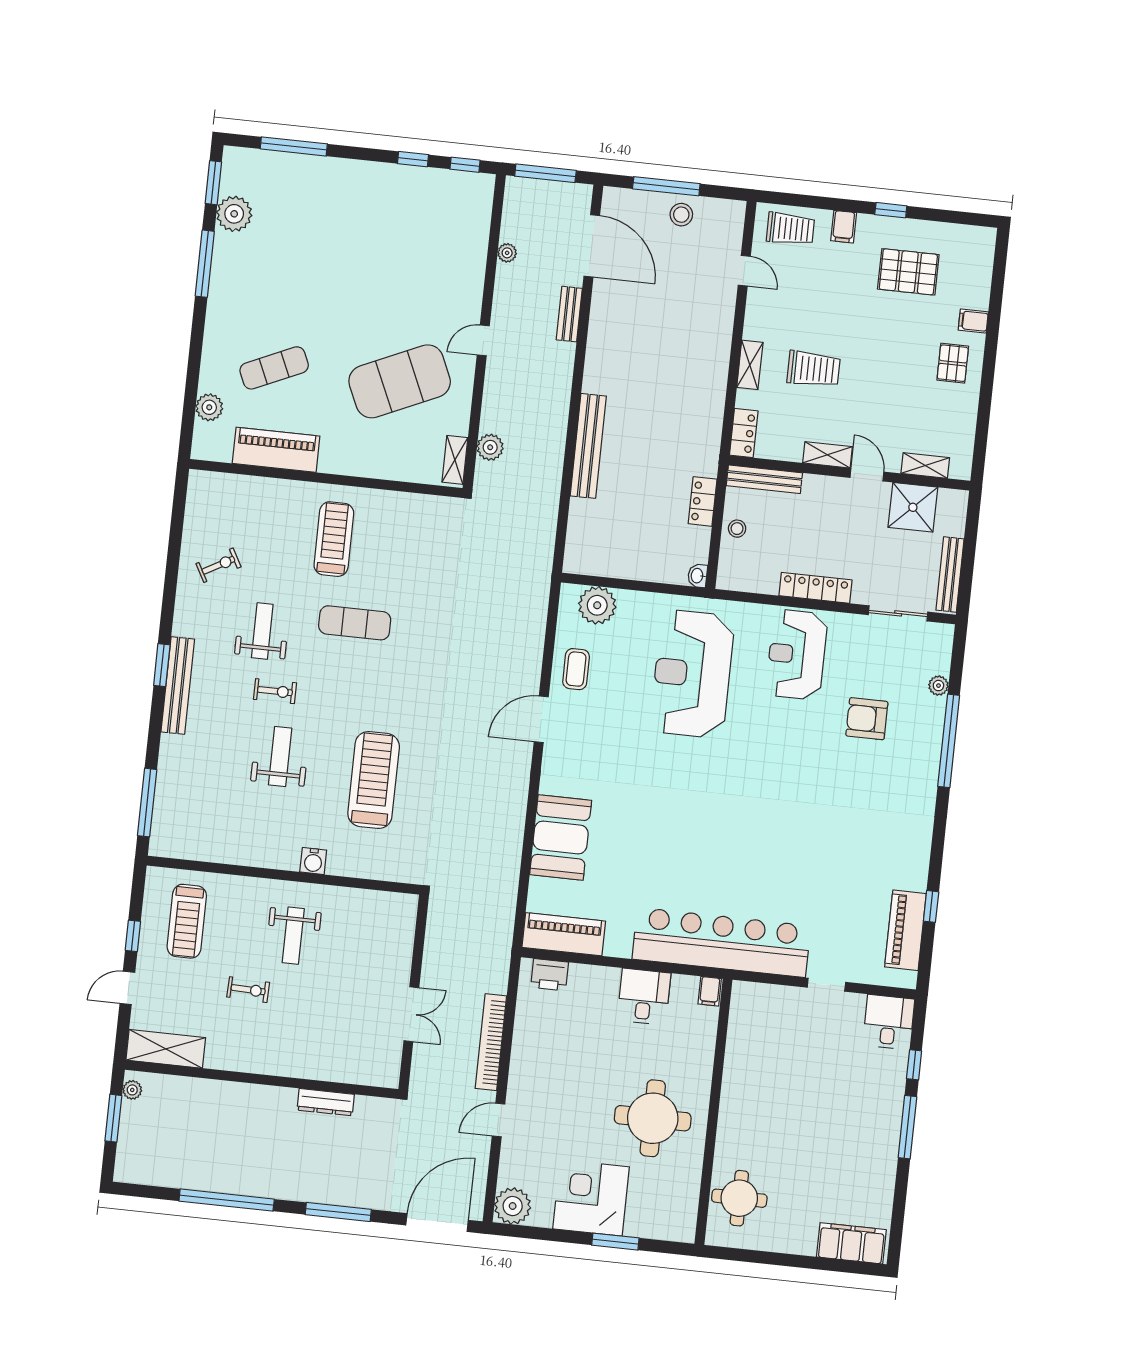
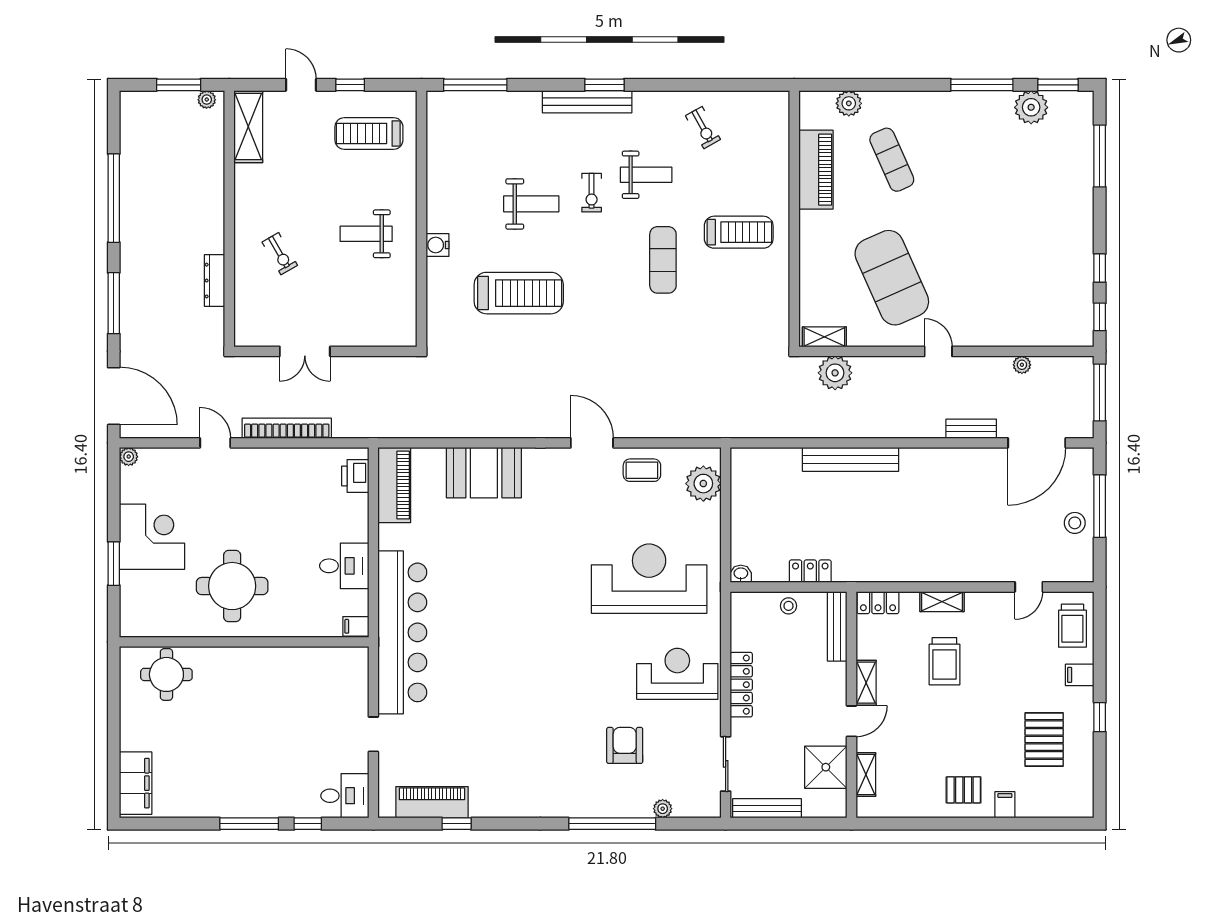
plant: (490, 447) -> (835, 373), width x1.36, depth x1.36
exercise bike: (248, 990) -> (280, 254), moved, turned -32
plant: (513, 1206) -> (129, 457), width x0.53, depth x0.53

